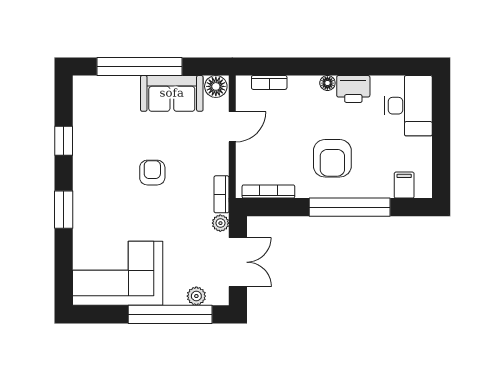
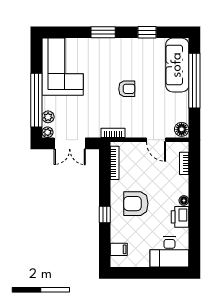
sofa: (172, 93) -> (177, 65), moved, width x1.36
window: (350, 207) -> (105, 215), width x0.32
plant: (220, 223) -> (47, 132), moved

